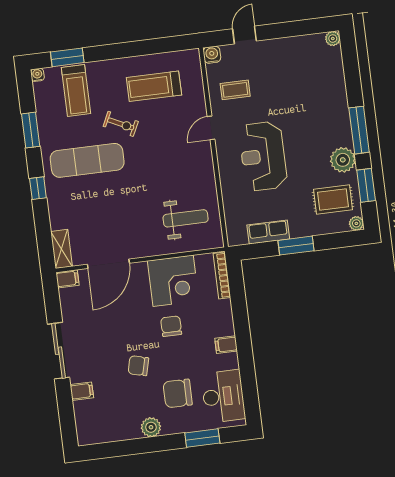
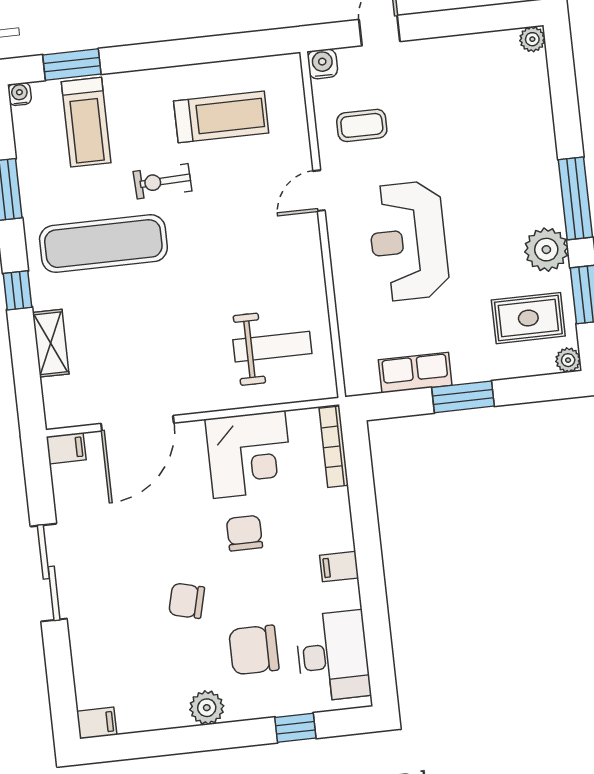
treadmill: (154, 86) -> (221, 117), turned 180
exercise bike: (121, 124) -> (163, 181), turned 152
shelving: (62, 249) -> (51, 343), moved
filing cabinet: (82, 391) -> (97, 723), moved
window: (202, 438) -> (295, 728), width x0.67

